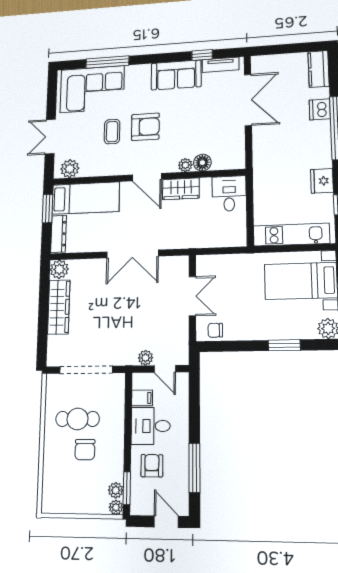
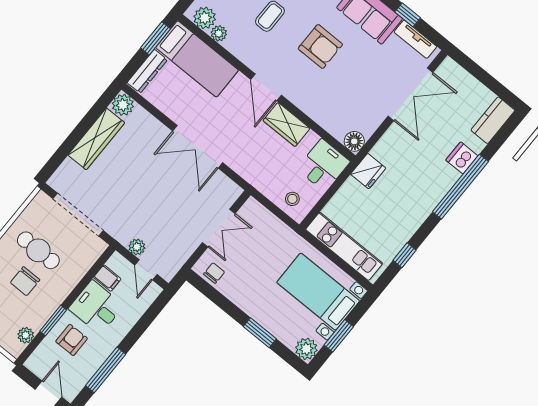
armchair: (145, 127) -> (320, 46), moved
floor lamp: (202, 163) -> (354, 141), moved
plant: (185, 165) -> (219, 33), moved
fridge: (322, 181) -> (368, 171), moved, turned 180
stool: (227, 233) -> (292, 199), added
chair: (215, 330) -> (214, 273), turned 90
window: (127, 488) -> (53, 321), moved
plant: (116, 507) -> (15, 349), removed

